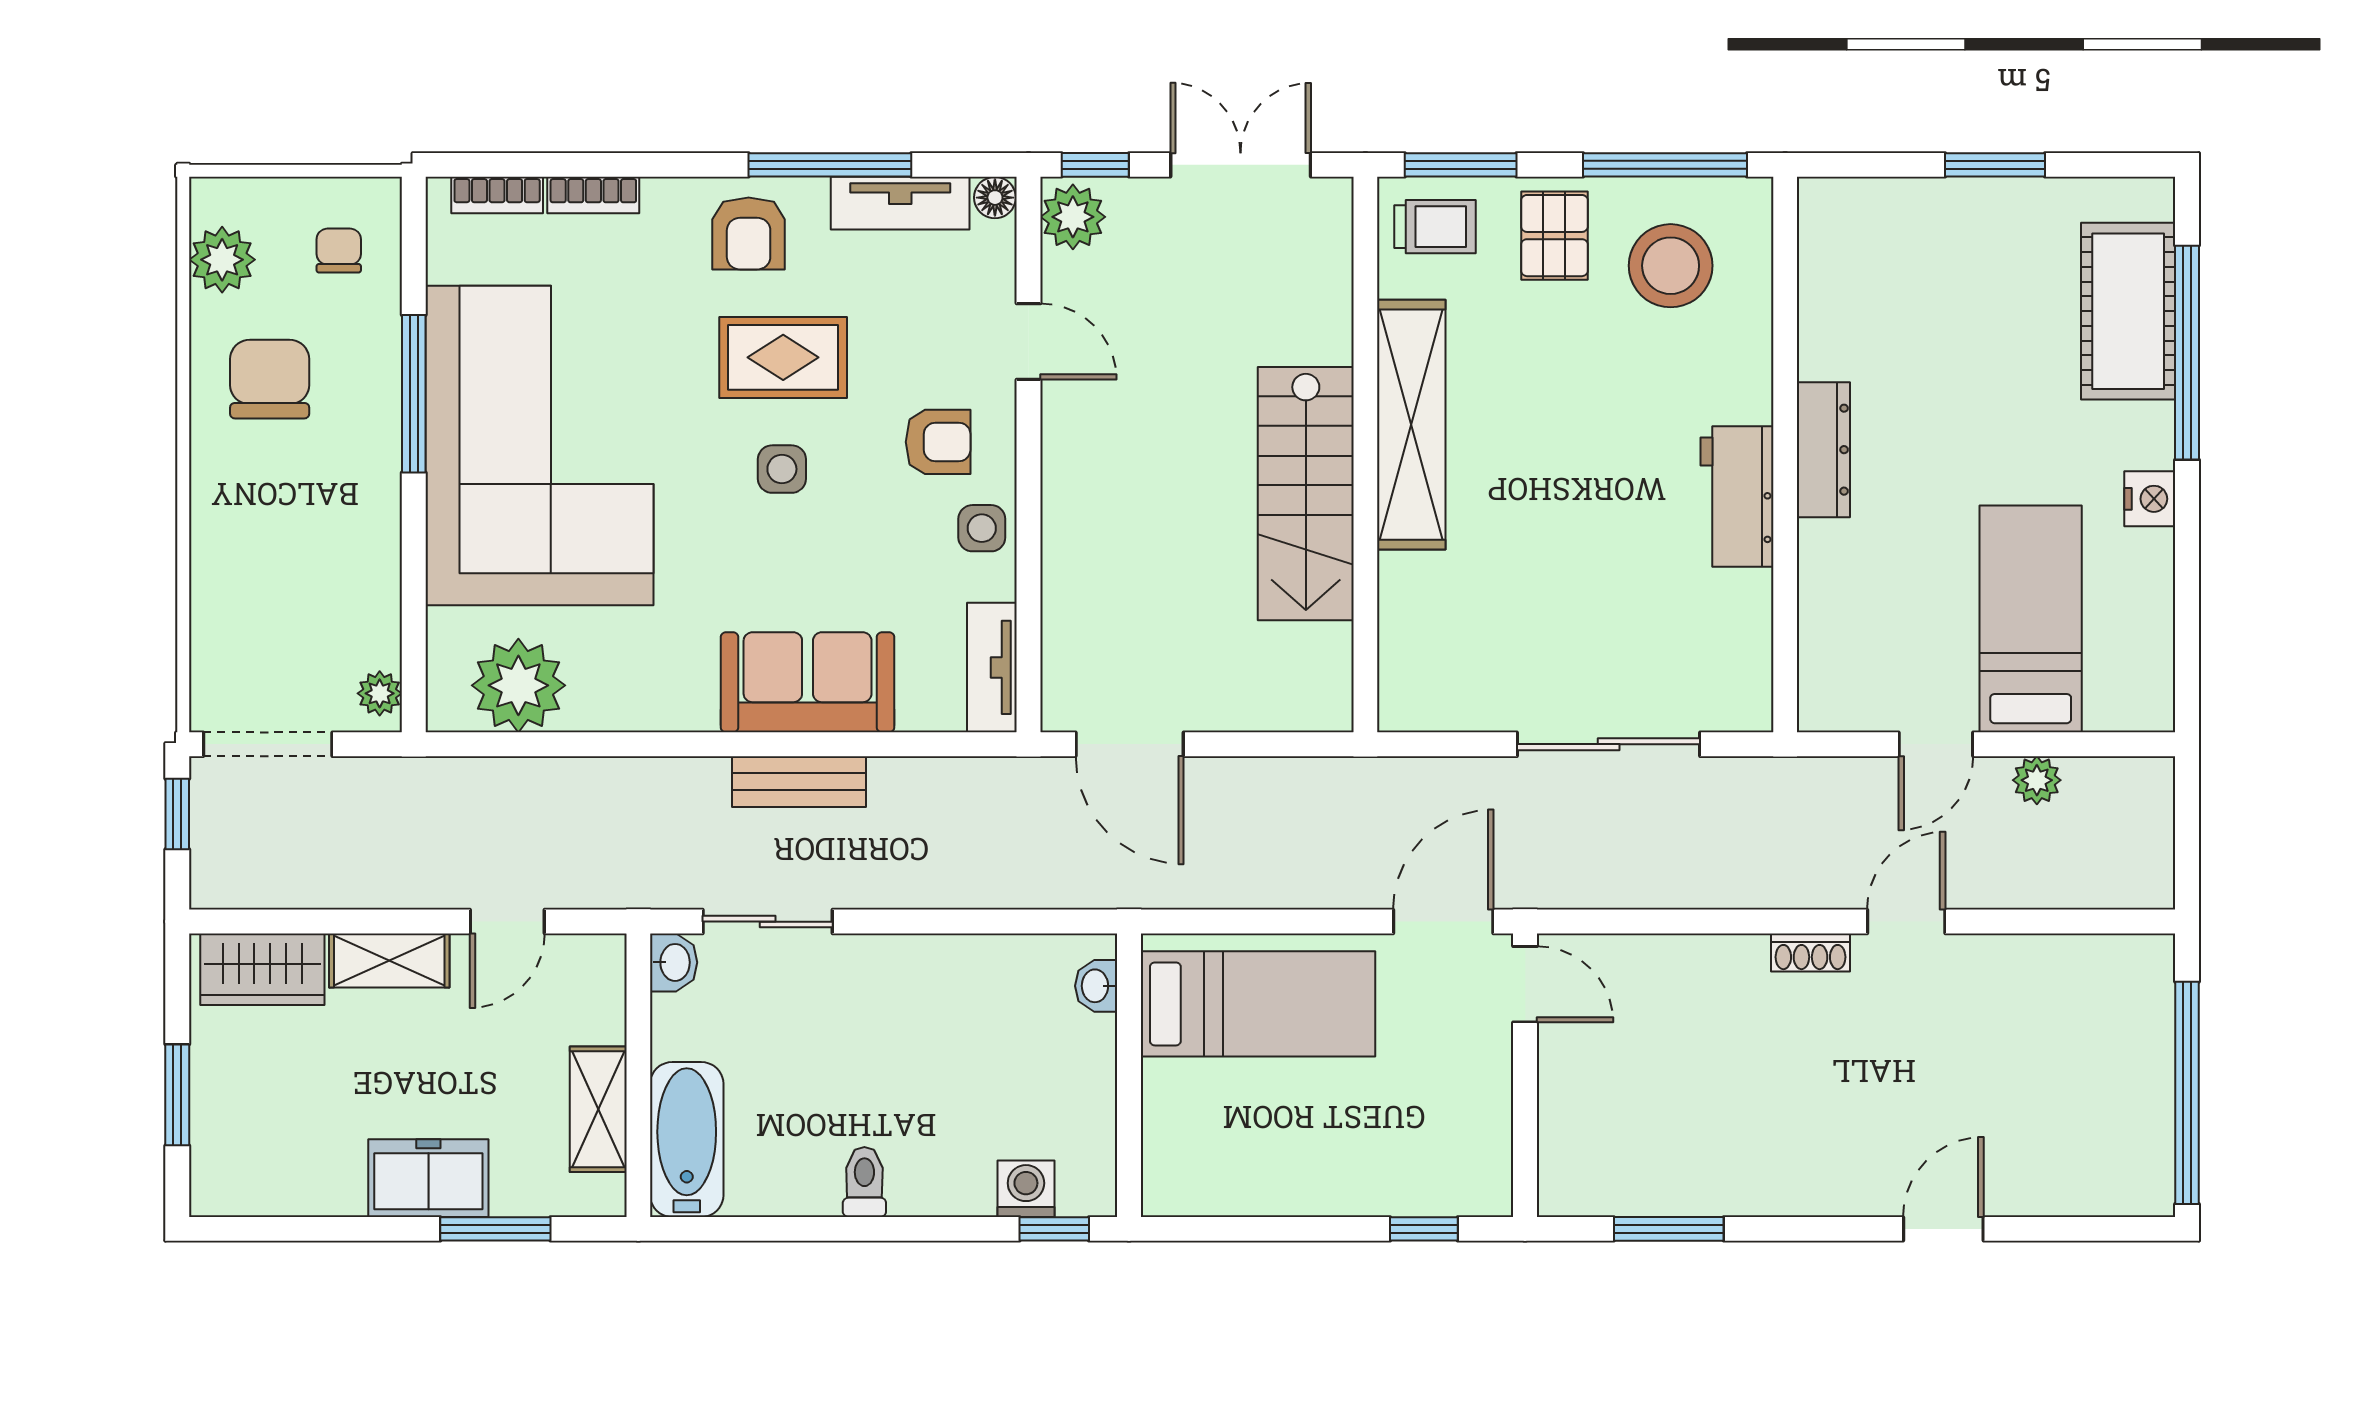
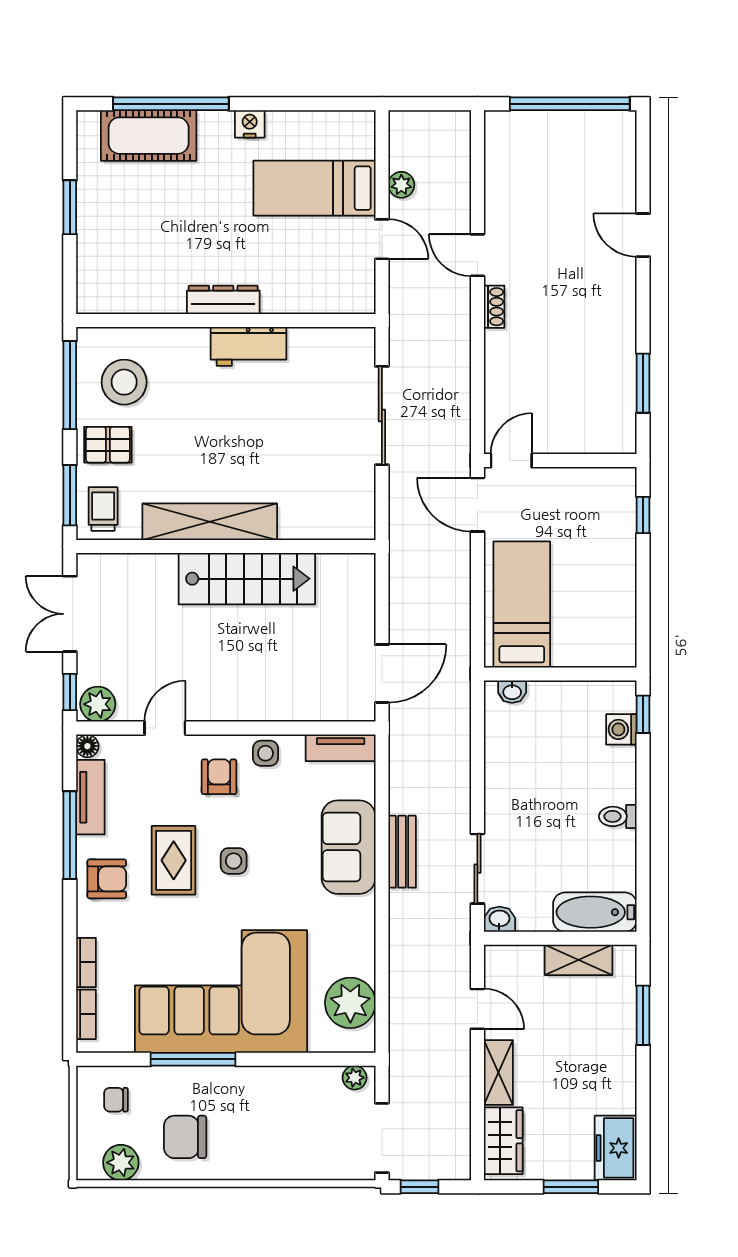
freezer: (428, 1178) -> (616, 1148), moved

